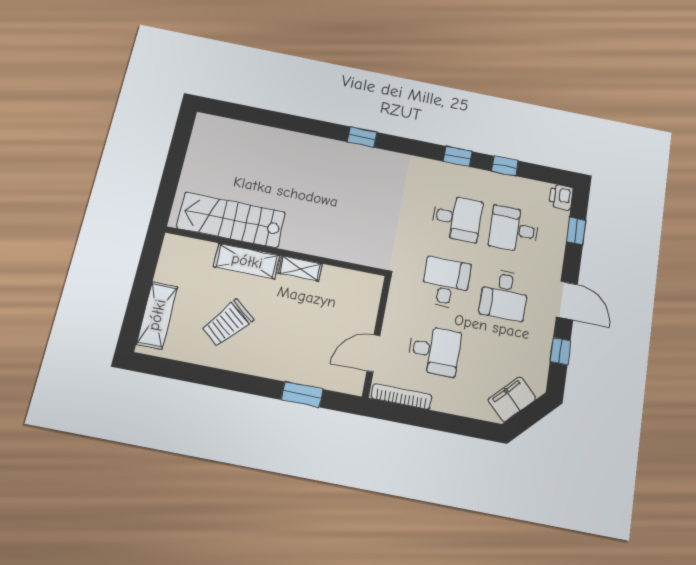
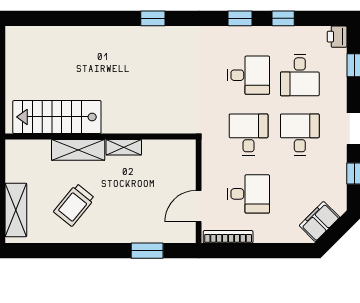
desk: (514, 229) -> (300, 75), turned -90
desk: (504, 294) -> (300, 135), turned 180

